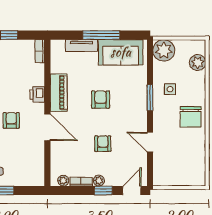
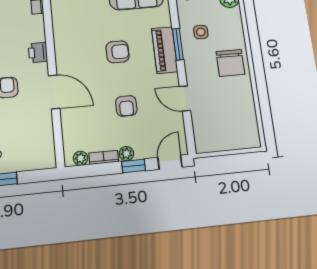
piano: (59, 93) -> (165, 50), moved, turned 180
armchair: (101, 100) -> (118, 52), turned 90
armchair: (103, 144) -> (126, 106), turned 180

